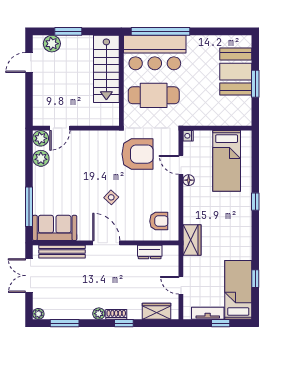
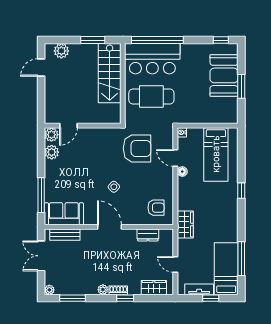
window: (68, 31) -> (93, 40), moved
window: (232, 31) -> (221, 40), added
bench: (62, 252) -> (65, 235), width x0.73
window: (255, 279) -> (241, 259), width x2.17

